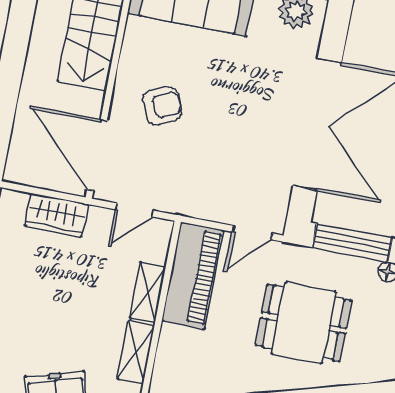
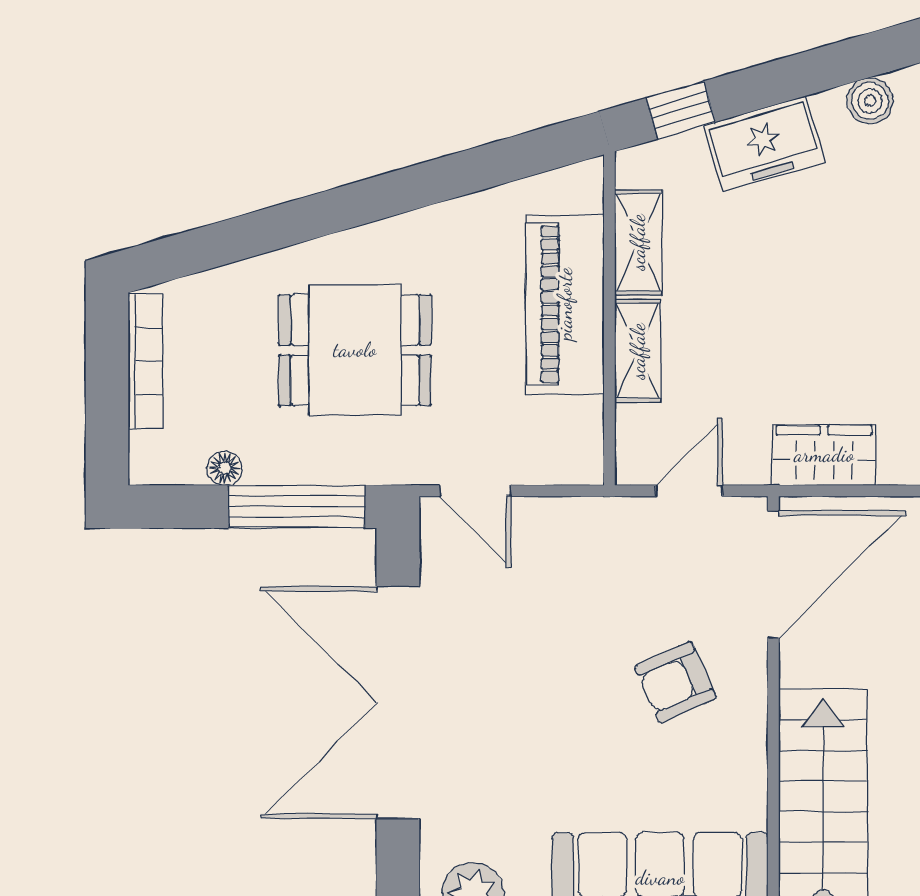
door: (97, 155) -> (773, 575), hinge flipped
door: (252, 233) -> (475, 491), swing flipped
piano: (193, 276) -> (565, 304), moved

